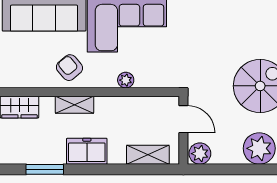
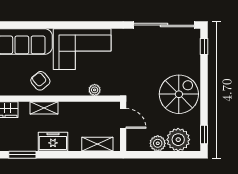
plant: (126, 80) -> (95, 90), moved
plant: (200, 154) -> (158, 143), moved

